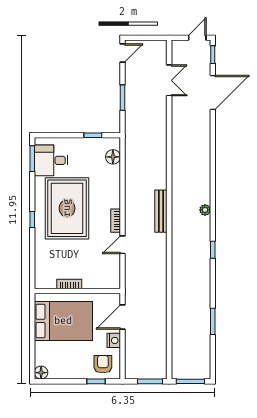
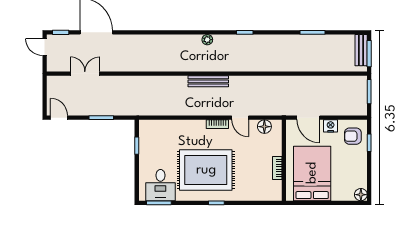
floor lamp: (113, 157) -> (264, 127), moved
bench: (194, 373) -> (361, 50), added

